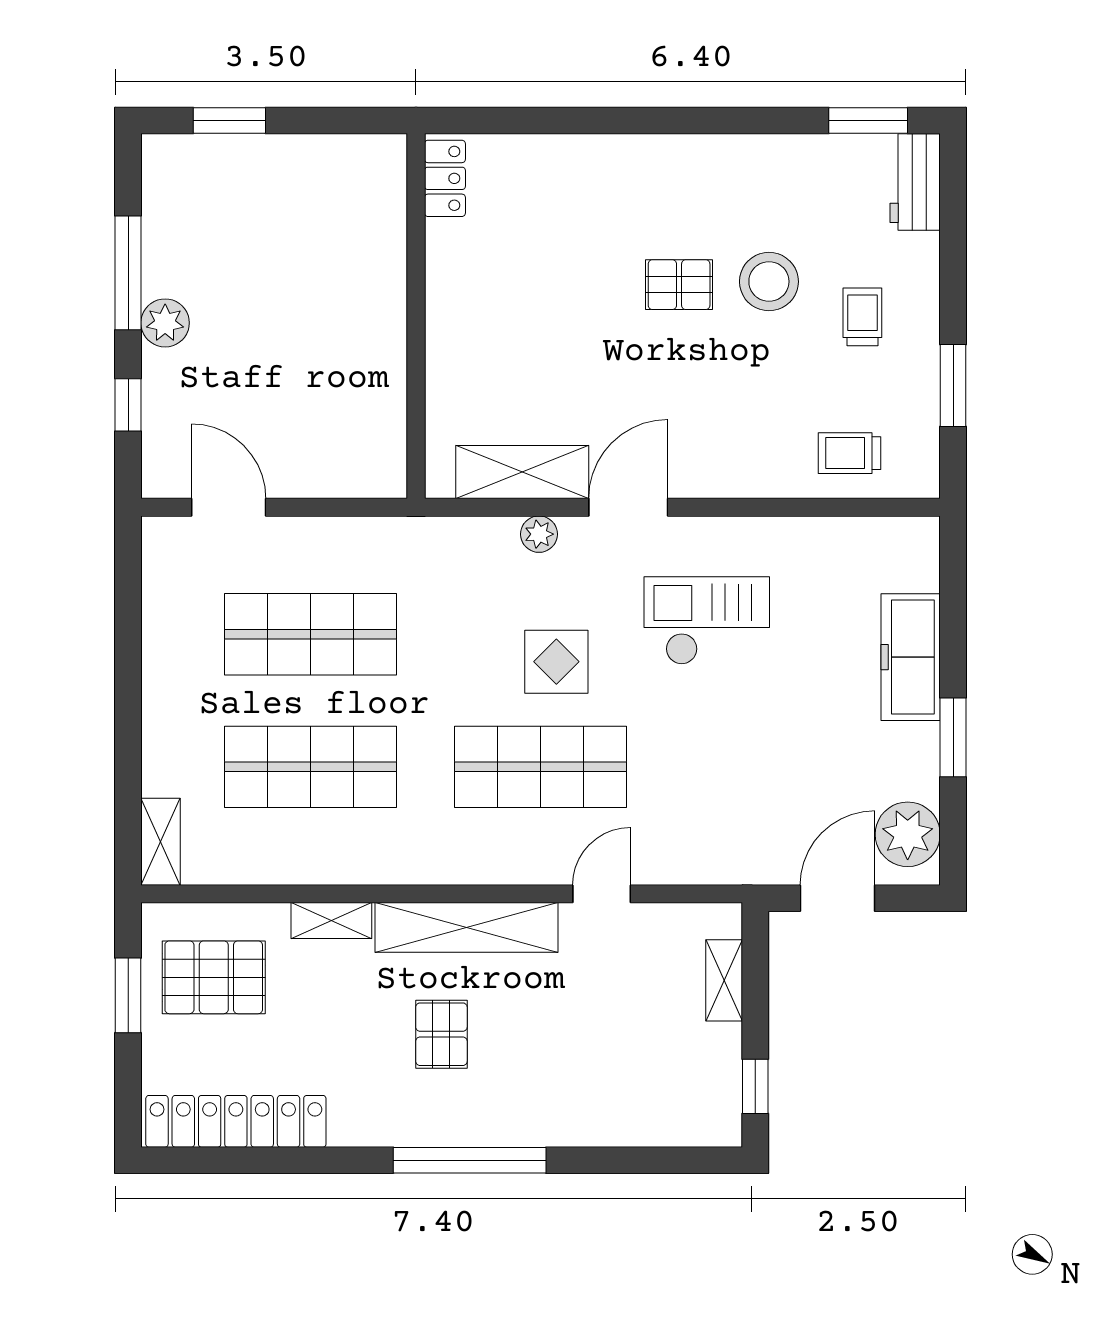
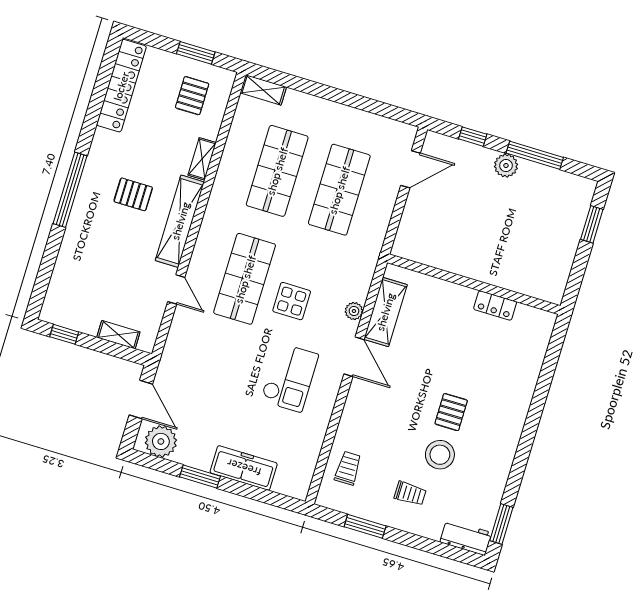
locker: (445, 178) -> (495, 305), moved
pallet: (214, 977) -> (192, 96), width x0.67, depth x0.71

